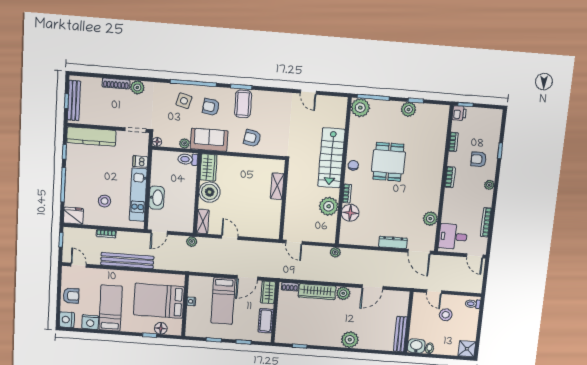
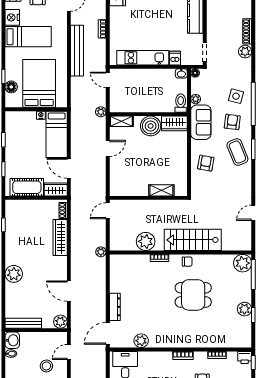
coffee table: (243, 104) -> (237, 152), turned 68
washbasin: (157, 198) -> (181, 73), moved, width x0.52, depth x0.69
stool: (105, 201) -> (134, 26), removed
floor lamp: (350, 213) -> (141, 263), removed
plant: (343, 293) -> (60, 322), moved
bed: (223, 301) -> (57, 134), moved, turned -90
cot: (266, 321) -> (27, 187), width x1.37, depth x1.34

